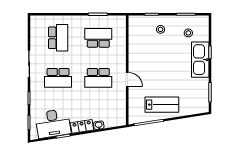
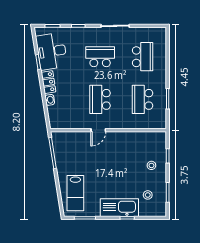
school desk: (58, 38) -> (143, 57), turned -90
school desk: (98, 38) -> (143, 99), turned 180
school desk: (58, 78) -> (100, 57), turned 90
lab bench: (162, 105) -> (75, 193), moved

